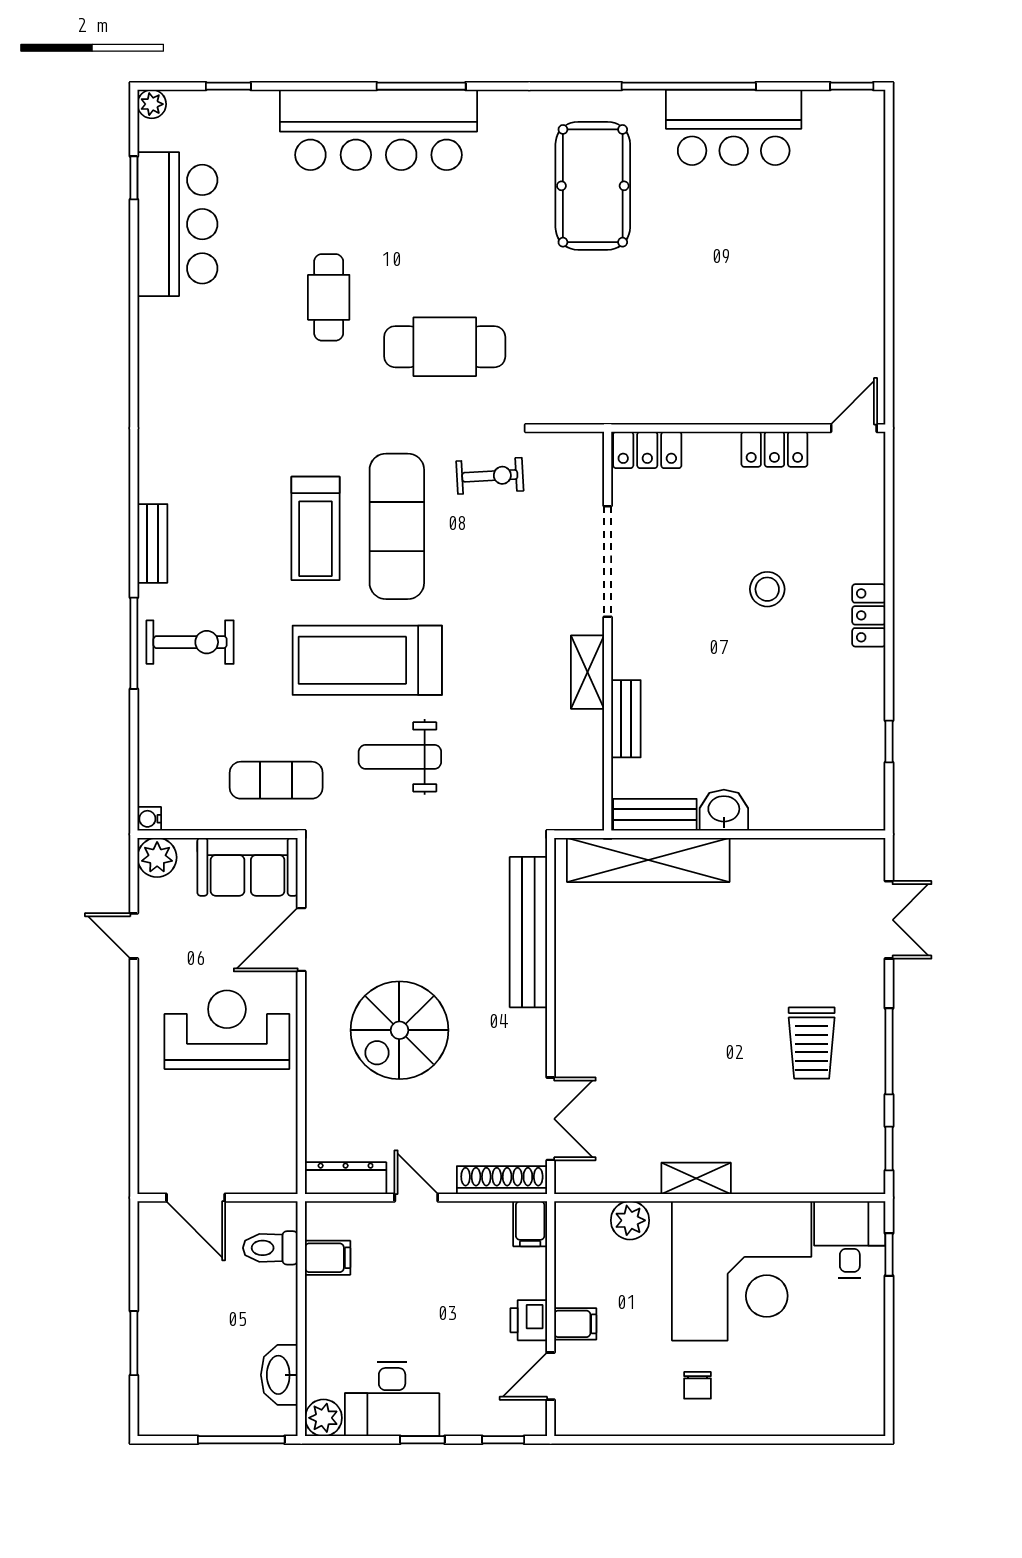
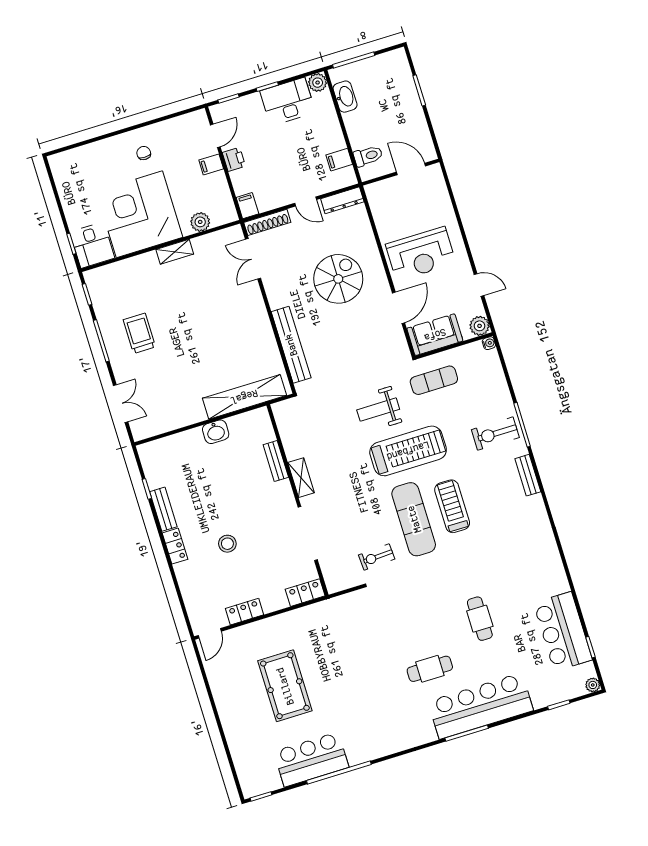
pool table: (593, 186) -> (285, 686), moved
cafe table: (445, 347) -> (430, 669), moved, width x0.73, depth x0.74
weight bench: (400, 757) -> (378, 410), turned 180
bench: (655, 815) -> (163, 509), moved, turned 90
double door: (889, 920) -> (121, 404), swing flipped

